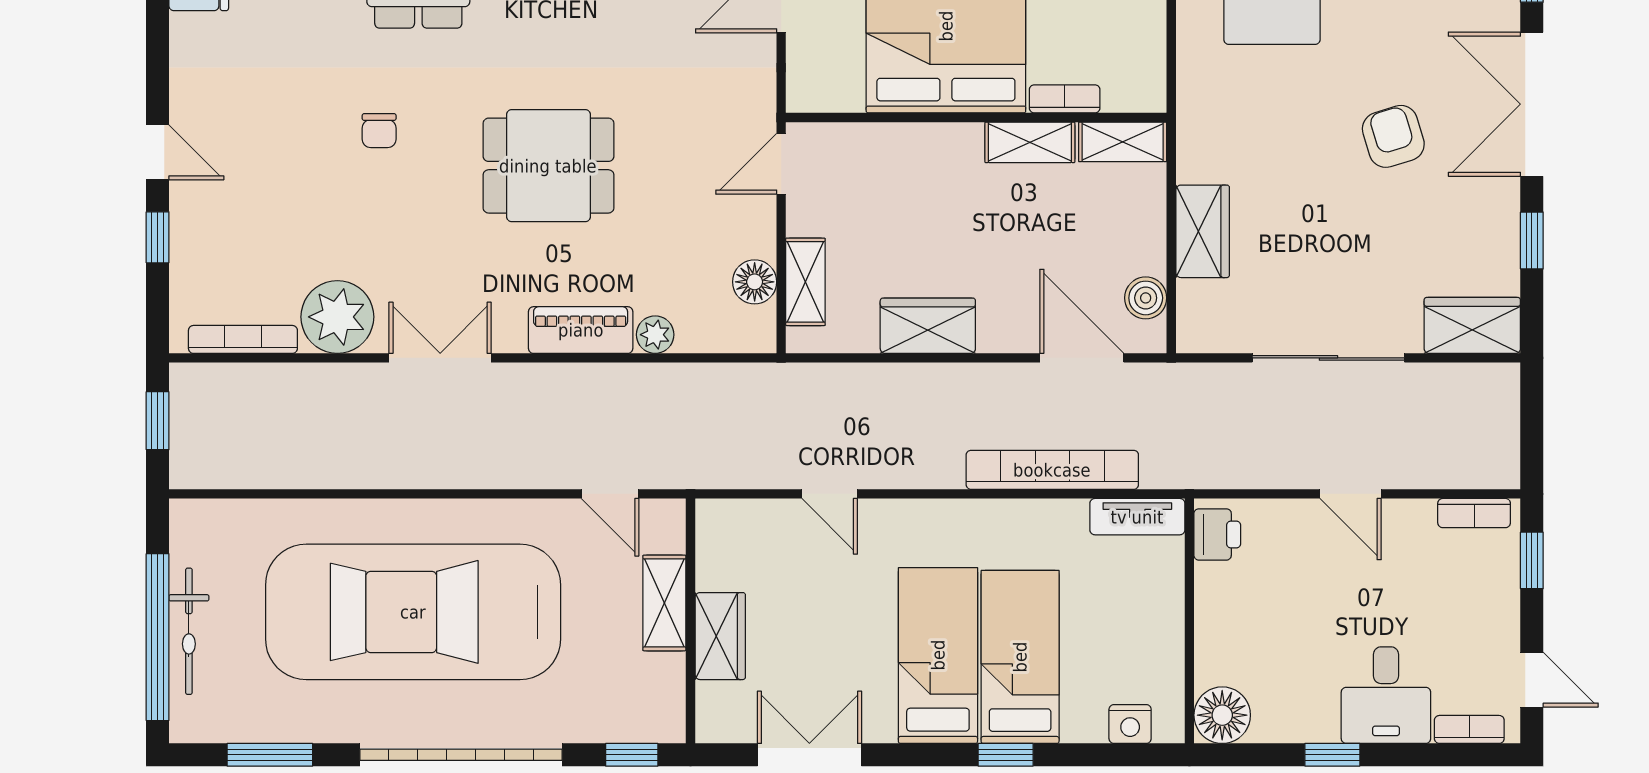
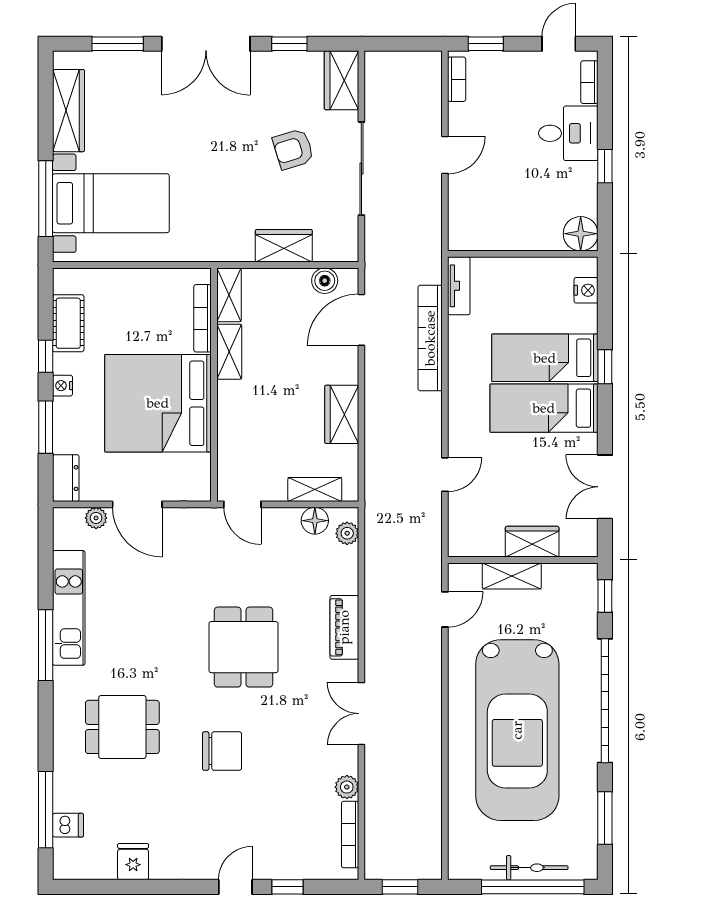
bookcase: (1065, 99) -> (203, 318), width x1.56
chair: (379, 131) -> (222, 751), width x1.87, depth x1.87
armchair: (1393, 136) -> (293, 149), moved
plant: (337, 317) -> (347, 787), width x0.53, depth x0.53
plant: (655, 335) -> (347, 533), moved
printer: (1217, 534) -> (470, 237), removed

